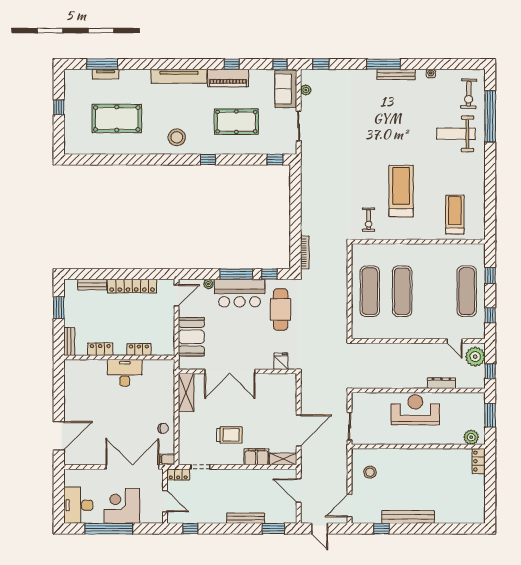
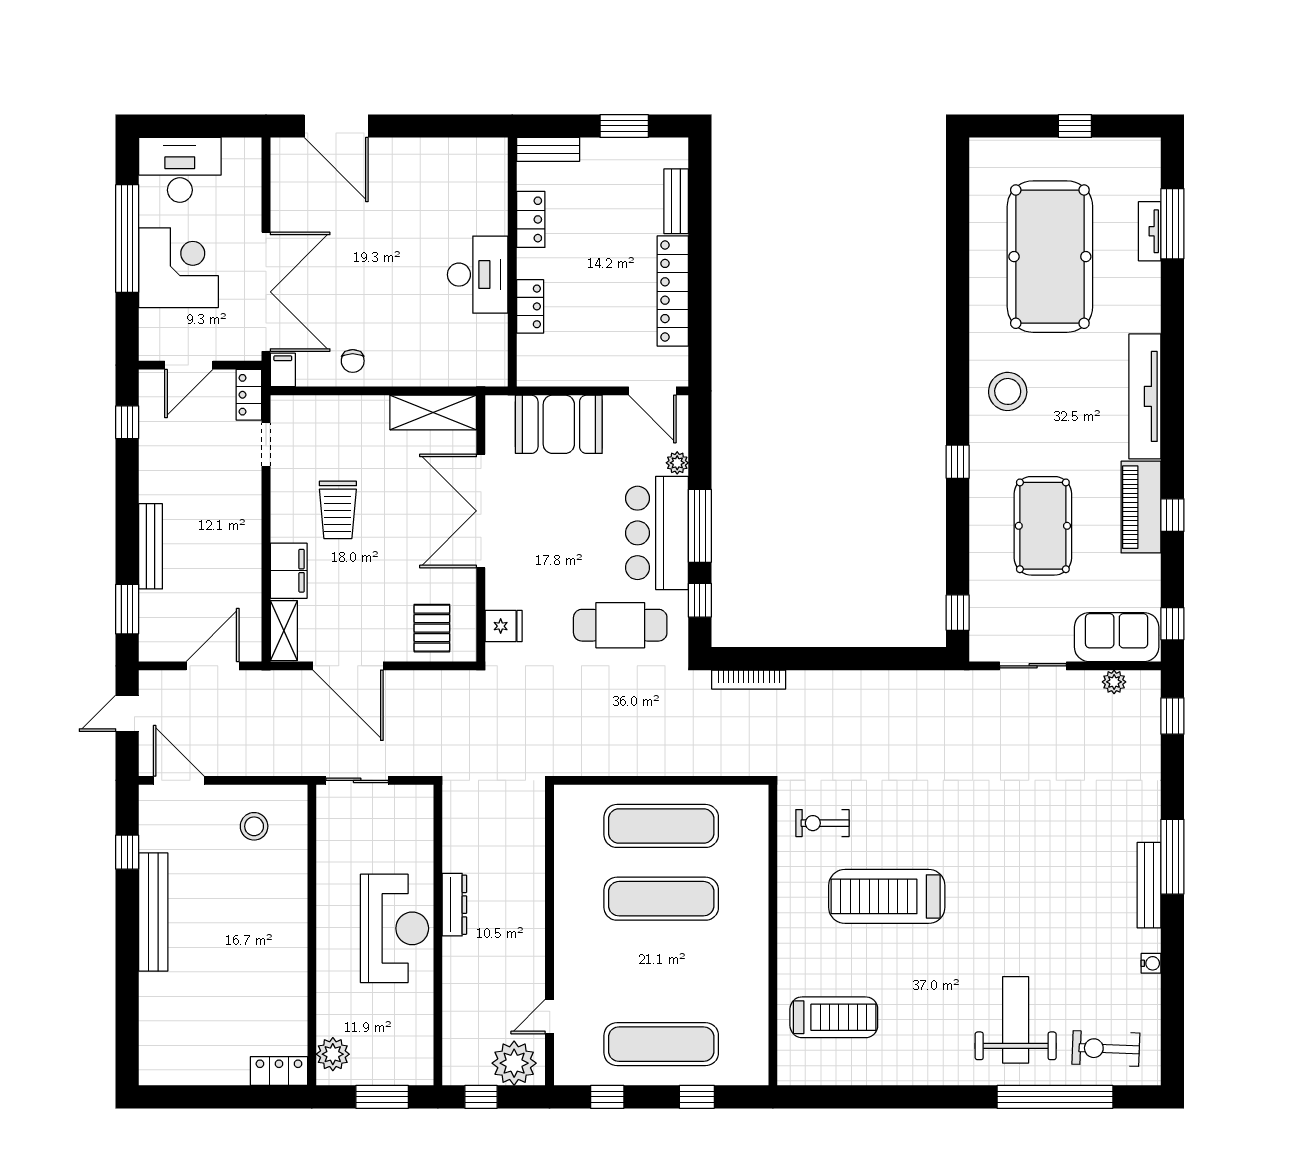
pool table: (117, 119) -> (1050, 257), width x1.36, depth x1.32
treadmill: (401, 191) -> (887, 896), turned 180
dresser: (441, 383) -> (454, 905), moved
pallet: (282, 393) -> (432, 628), added

